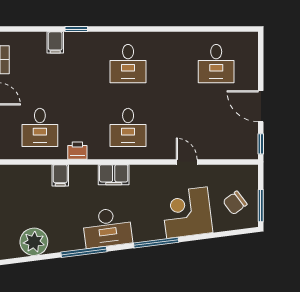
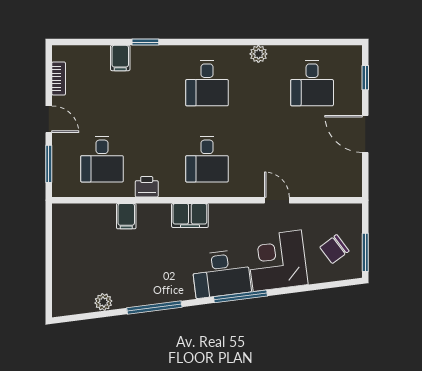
plant: (171, 39) -> (258, 54), added
window: (261, 144) -> (365, 78), moved
desk: (107, 228) -> (221, 274), moved
plant: (34, 242) -> (103, 302), width x0.53, depth x0.53

